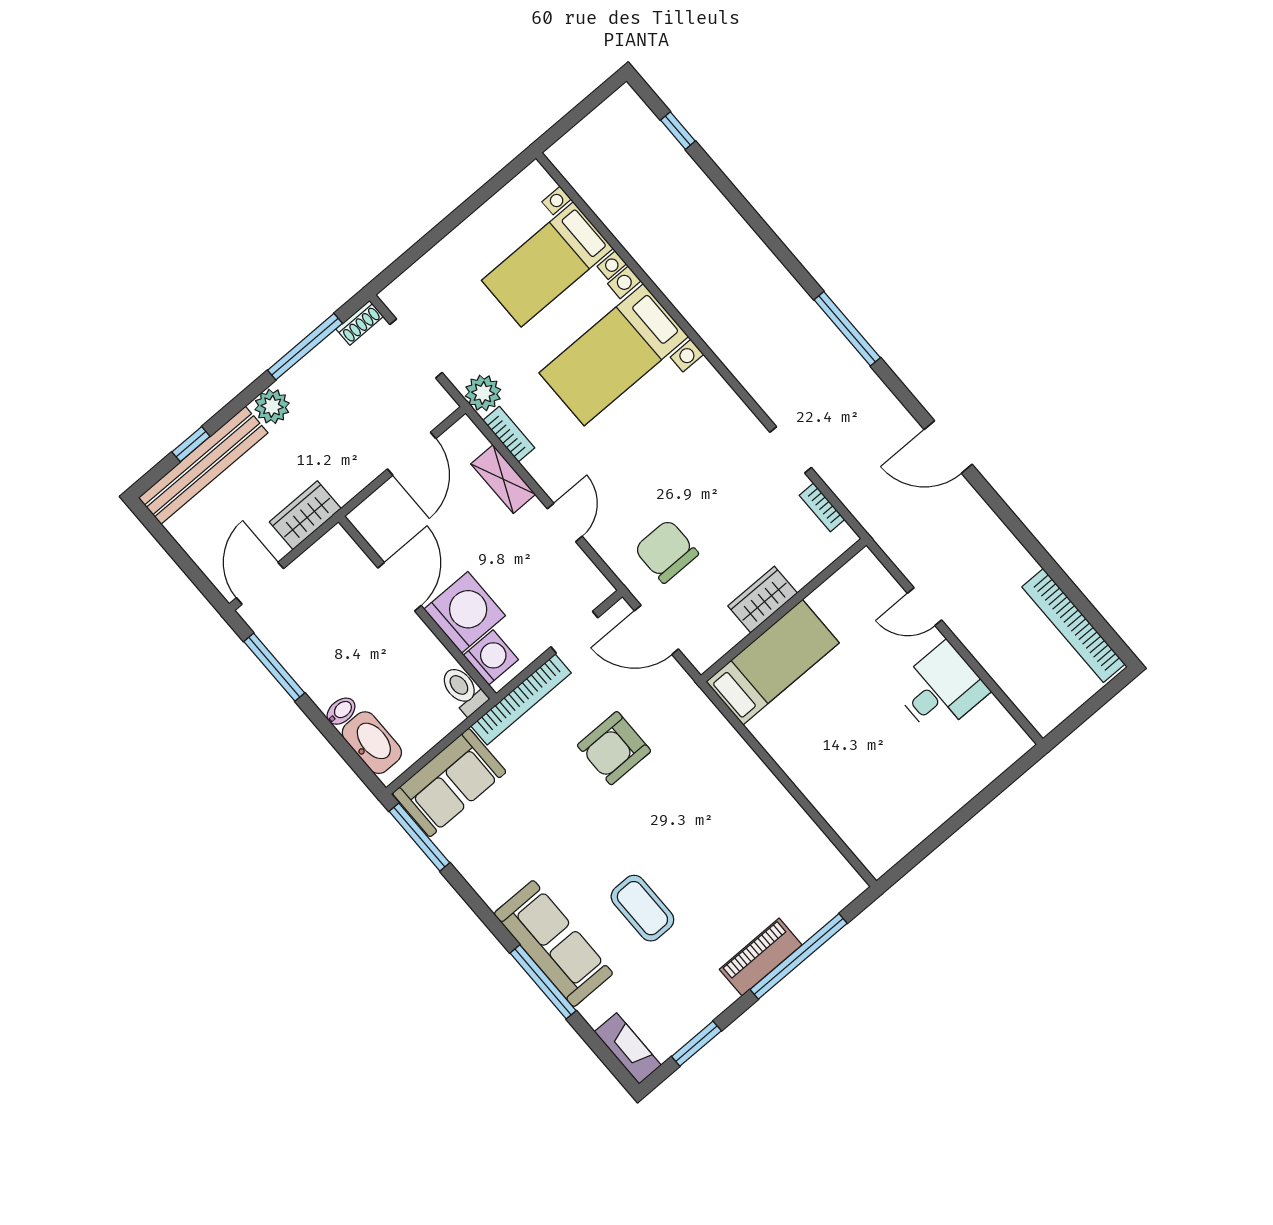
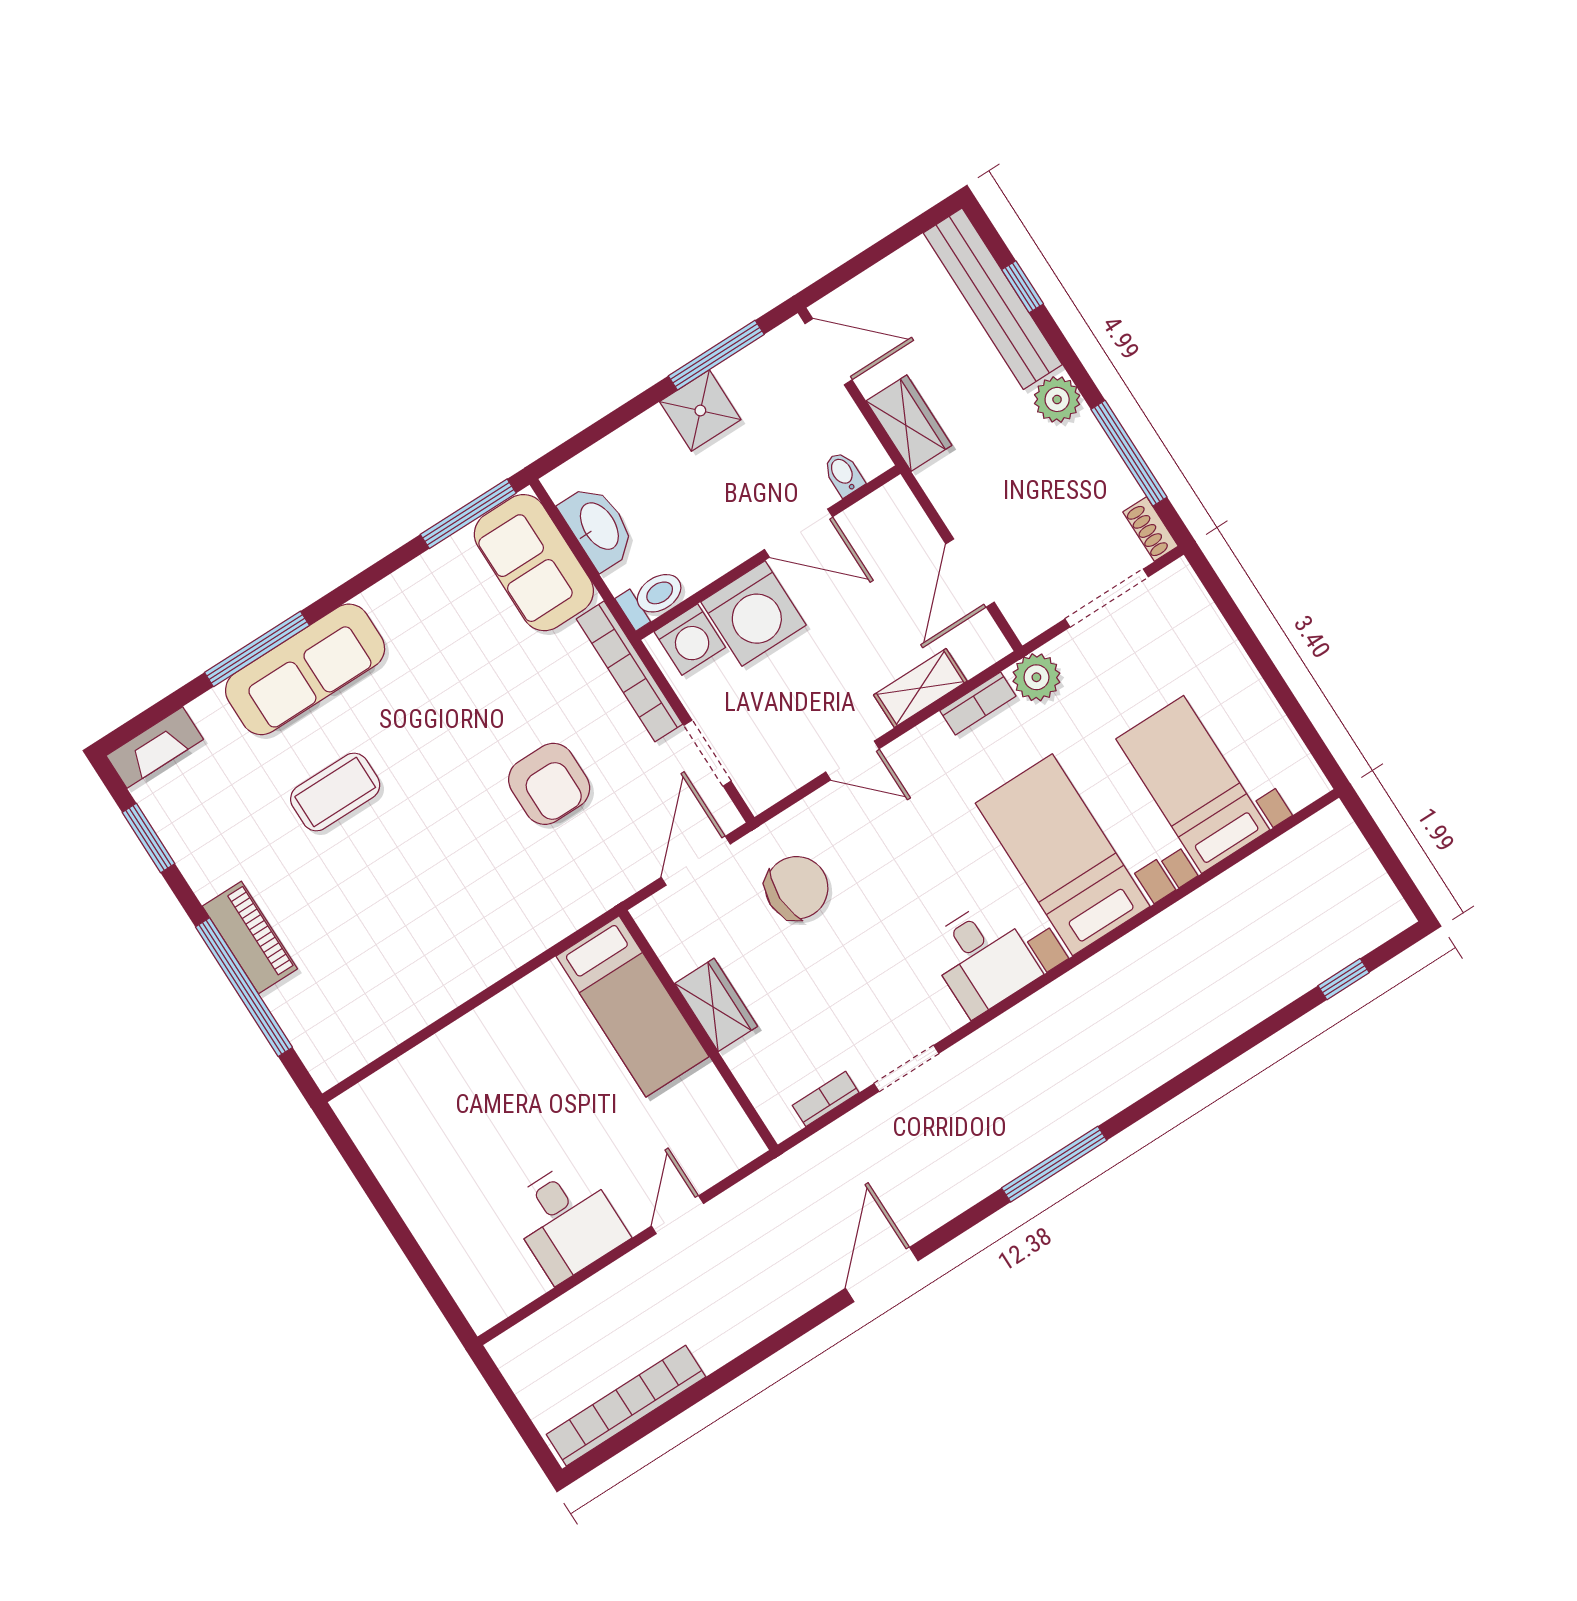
desk: (700, 404) -> (982, 958), added
door: (412, 454) -> (970, 573), hinge flipped
shower: (318, 673) -> (700, 411), added
bidet: (341, 711) -> (843, 474), moved, turned 180
washbasin: (372, 743) -> (598, 527), moved, turned -90
armchair: (614, 748) -> (549, 784), turned 180

